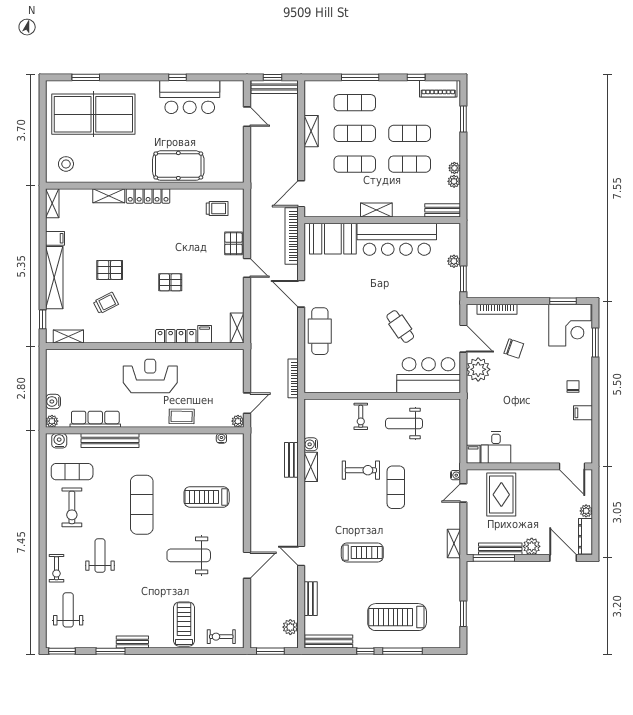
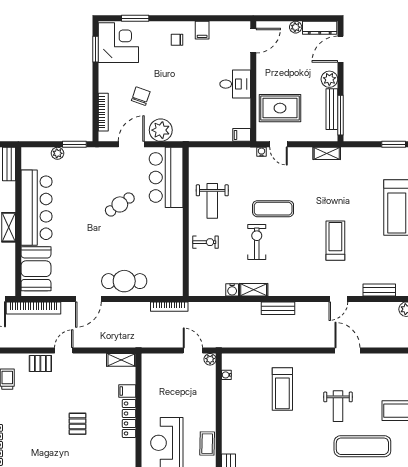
coffee table: (182, 416) -> (207, 444), moved
desk: (496, 447) -> (235, 84), moved
bench: (291, 460) -> (278, 308), moved
exercise mat: (142, 505) -> (362, 446), moved
weight bench: (189, 555) -> (338, 406), width x0.73, depth x0.75

